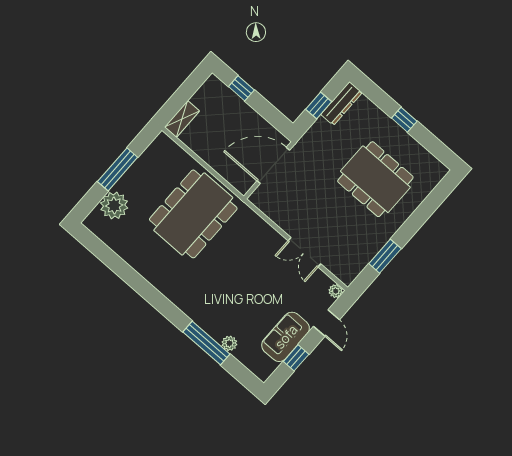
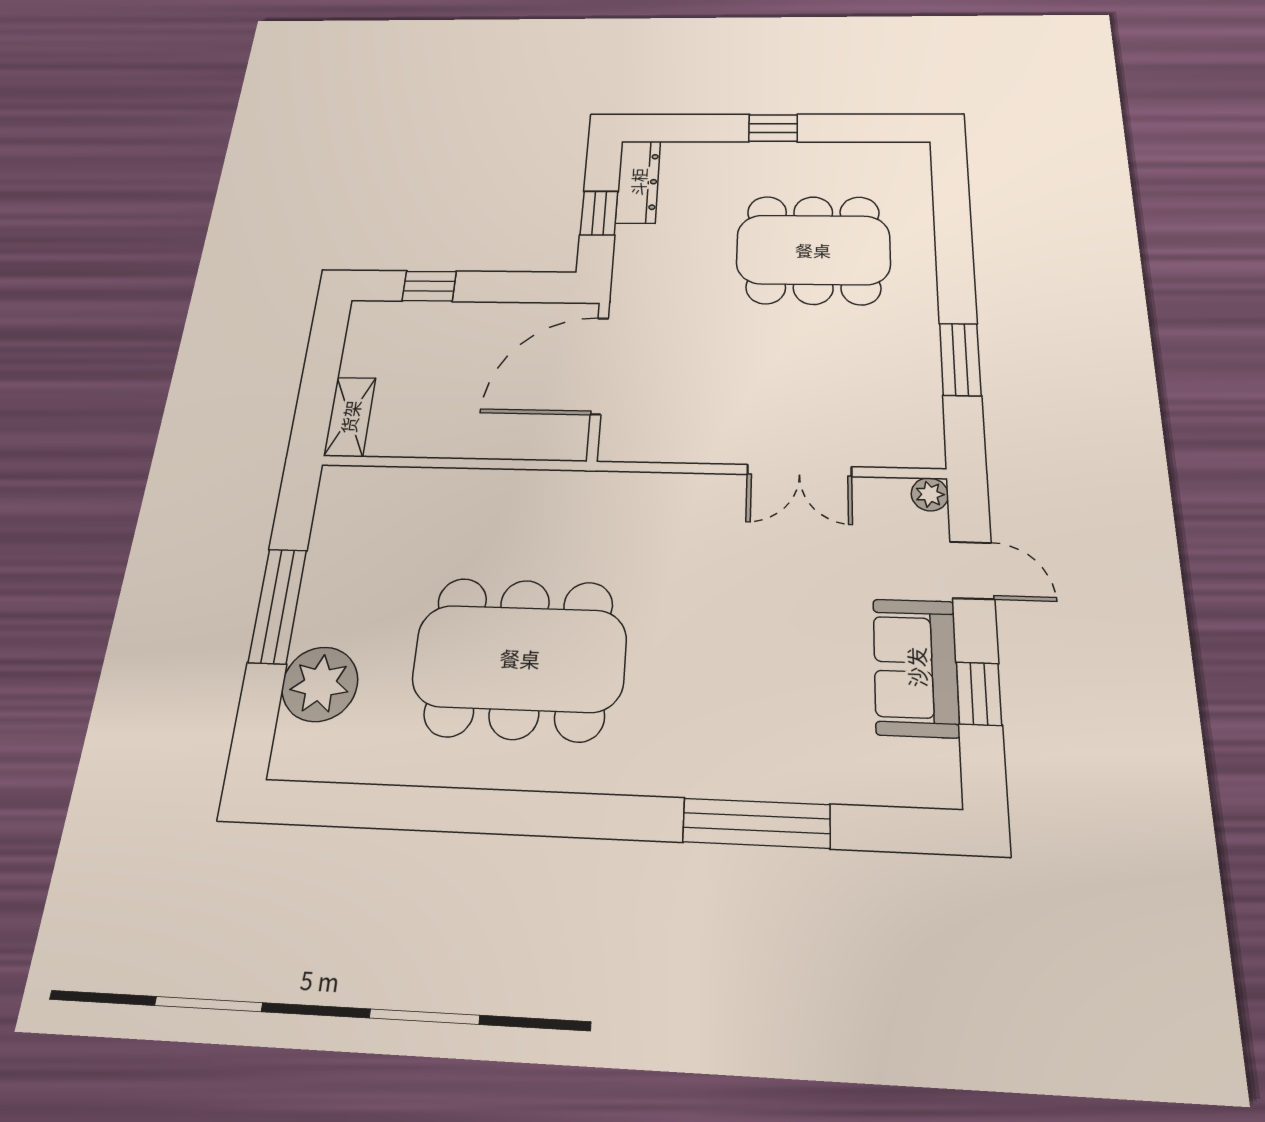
dining table: (193, 214) -> (520, 658), moved, turned 90
plant: (229, 343) -> (808, 781), removed

